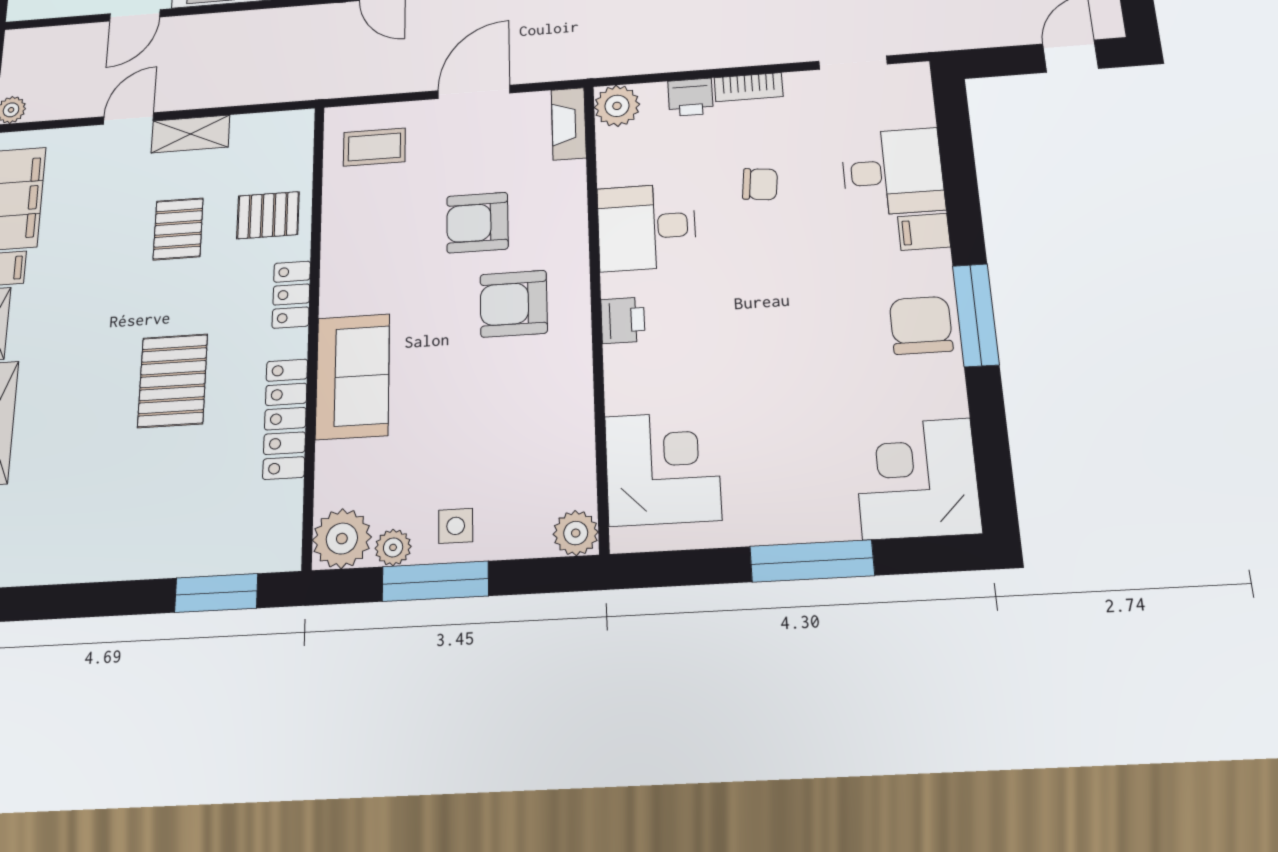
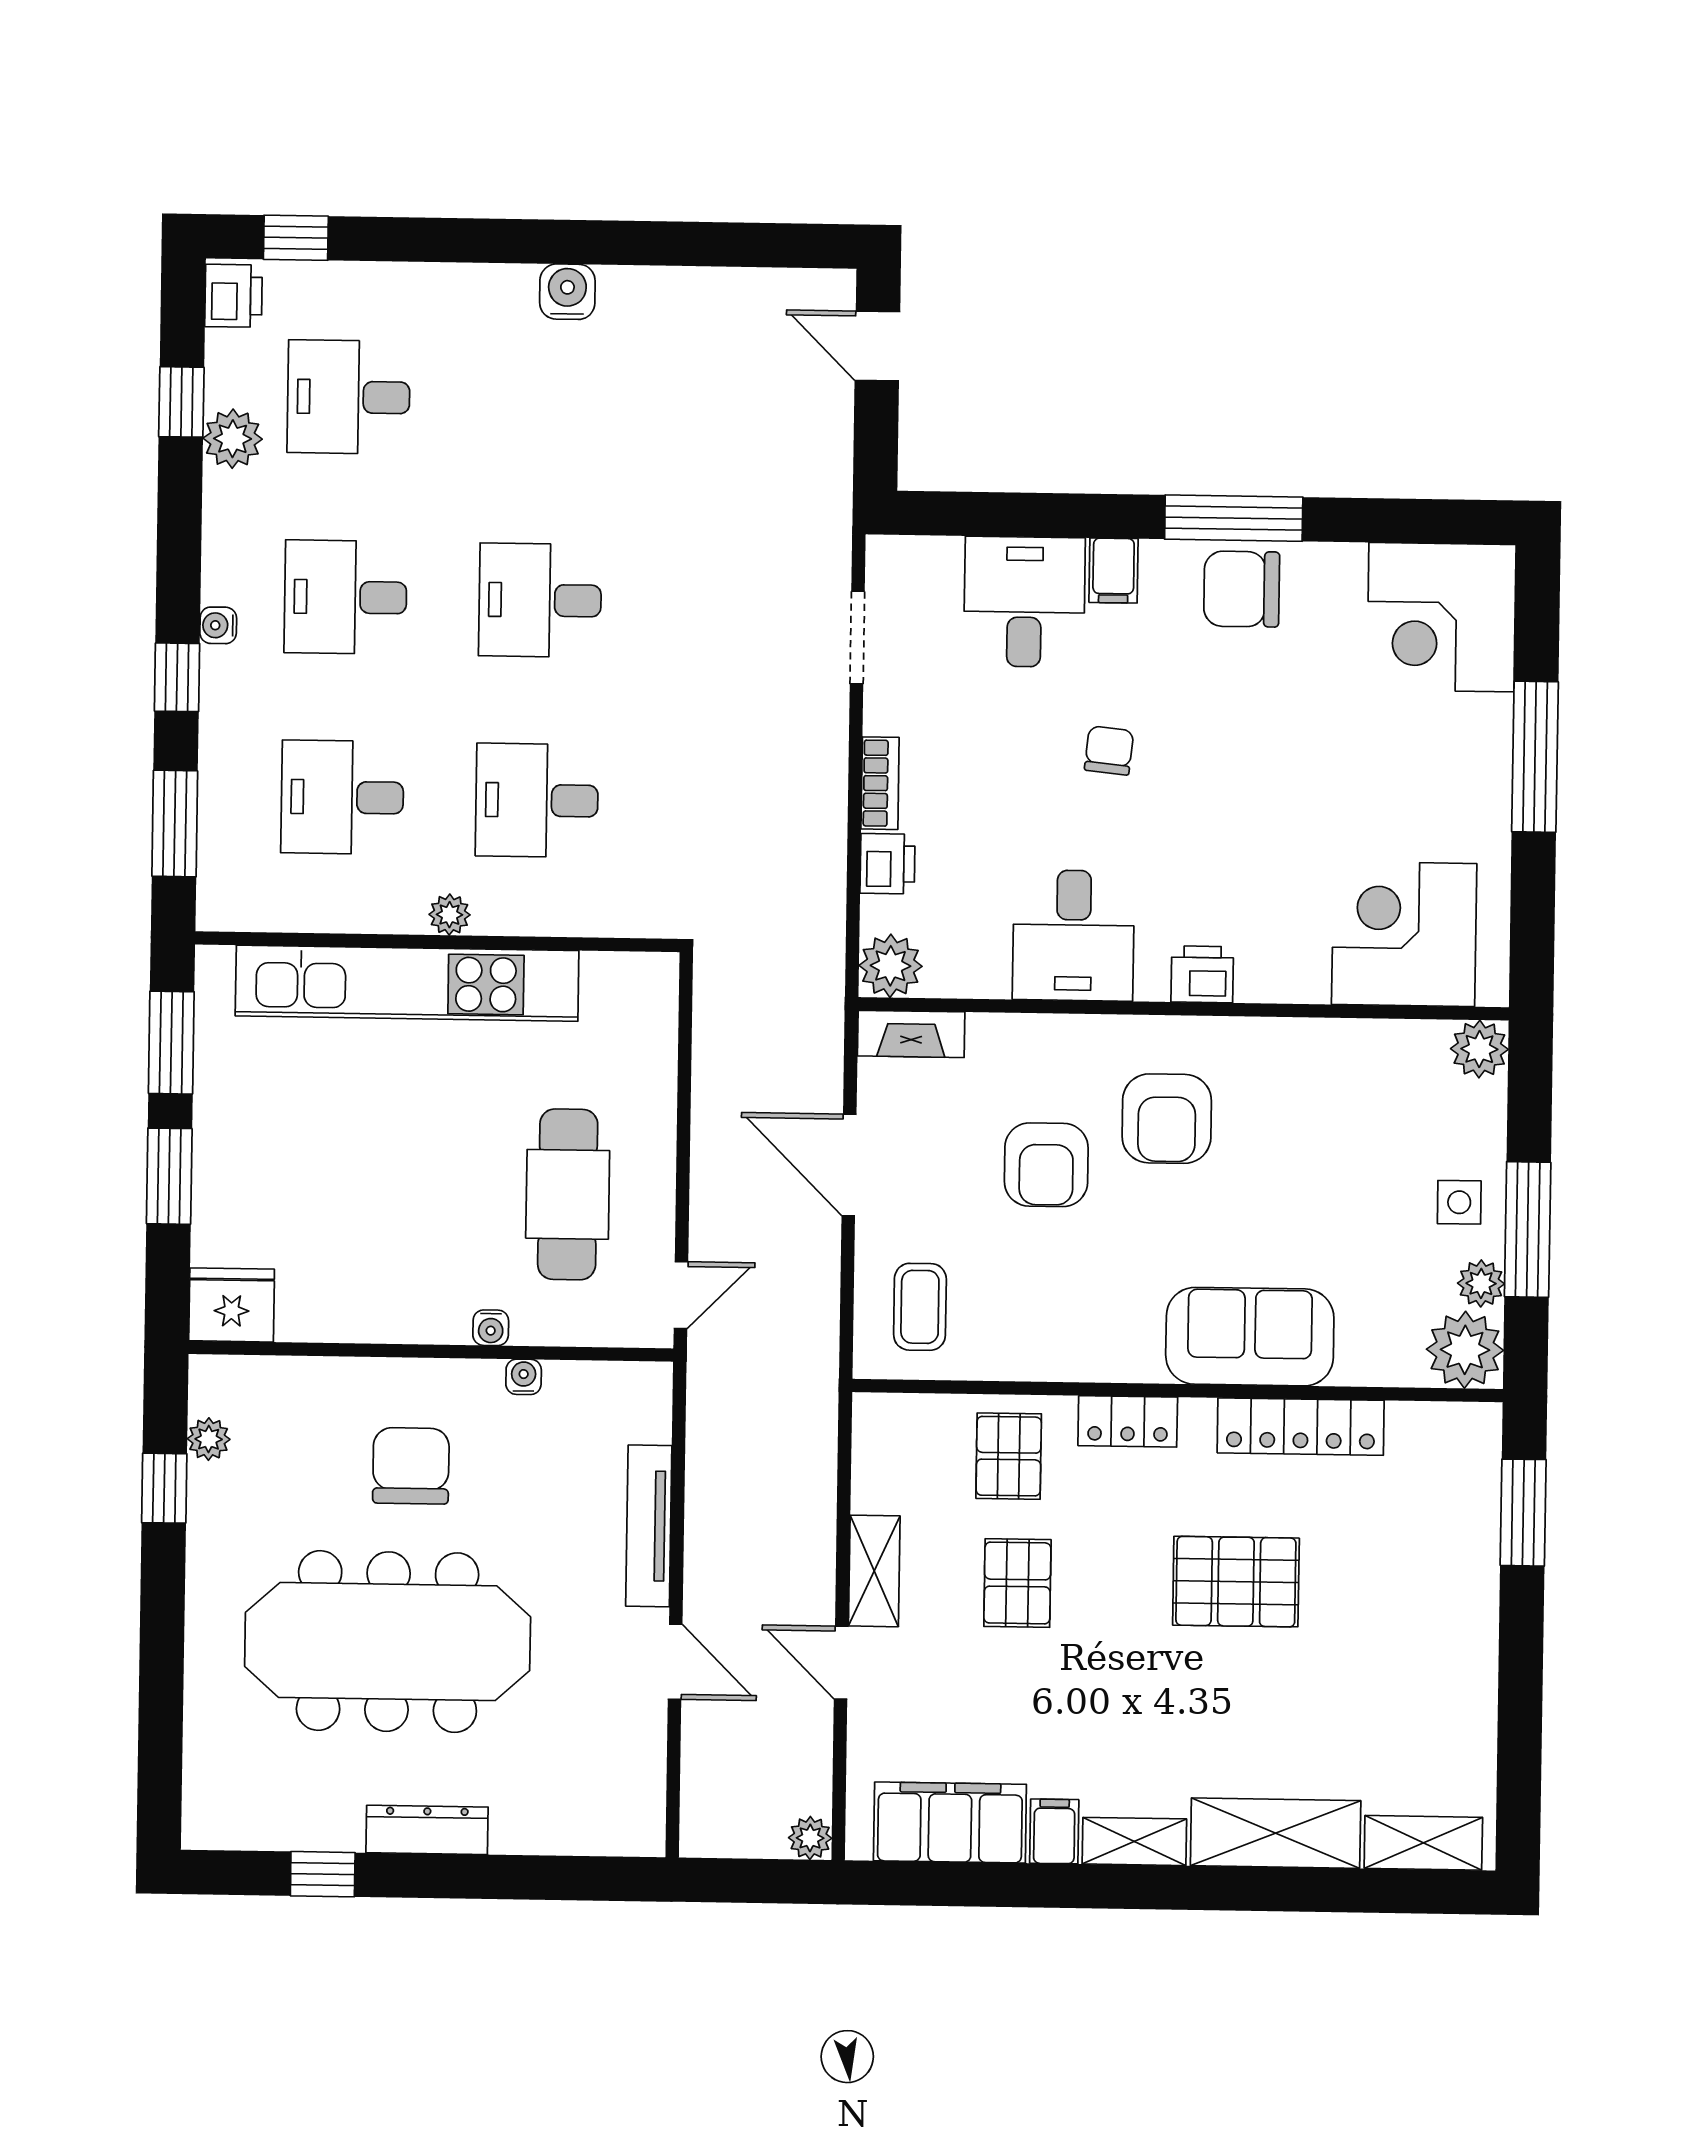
chair: (760, 184) -> (1109, 750), moved
pallet: (178, 229) -> (1017, 1583), turned 90

